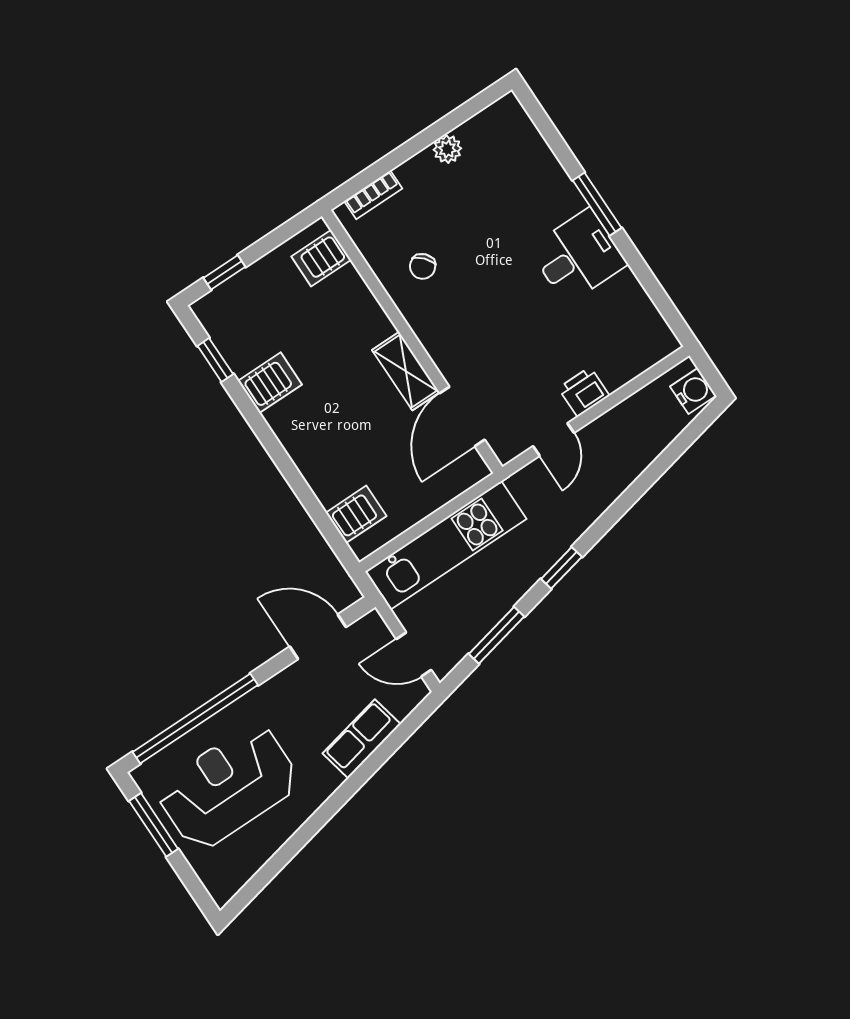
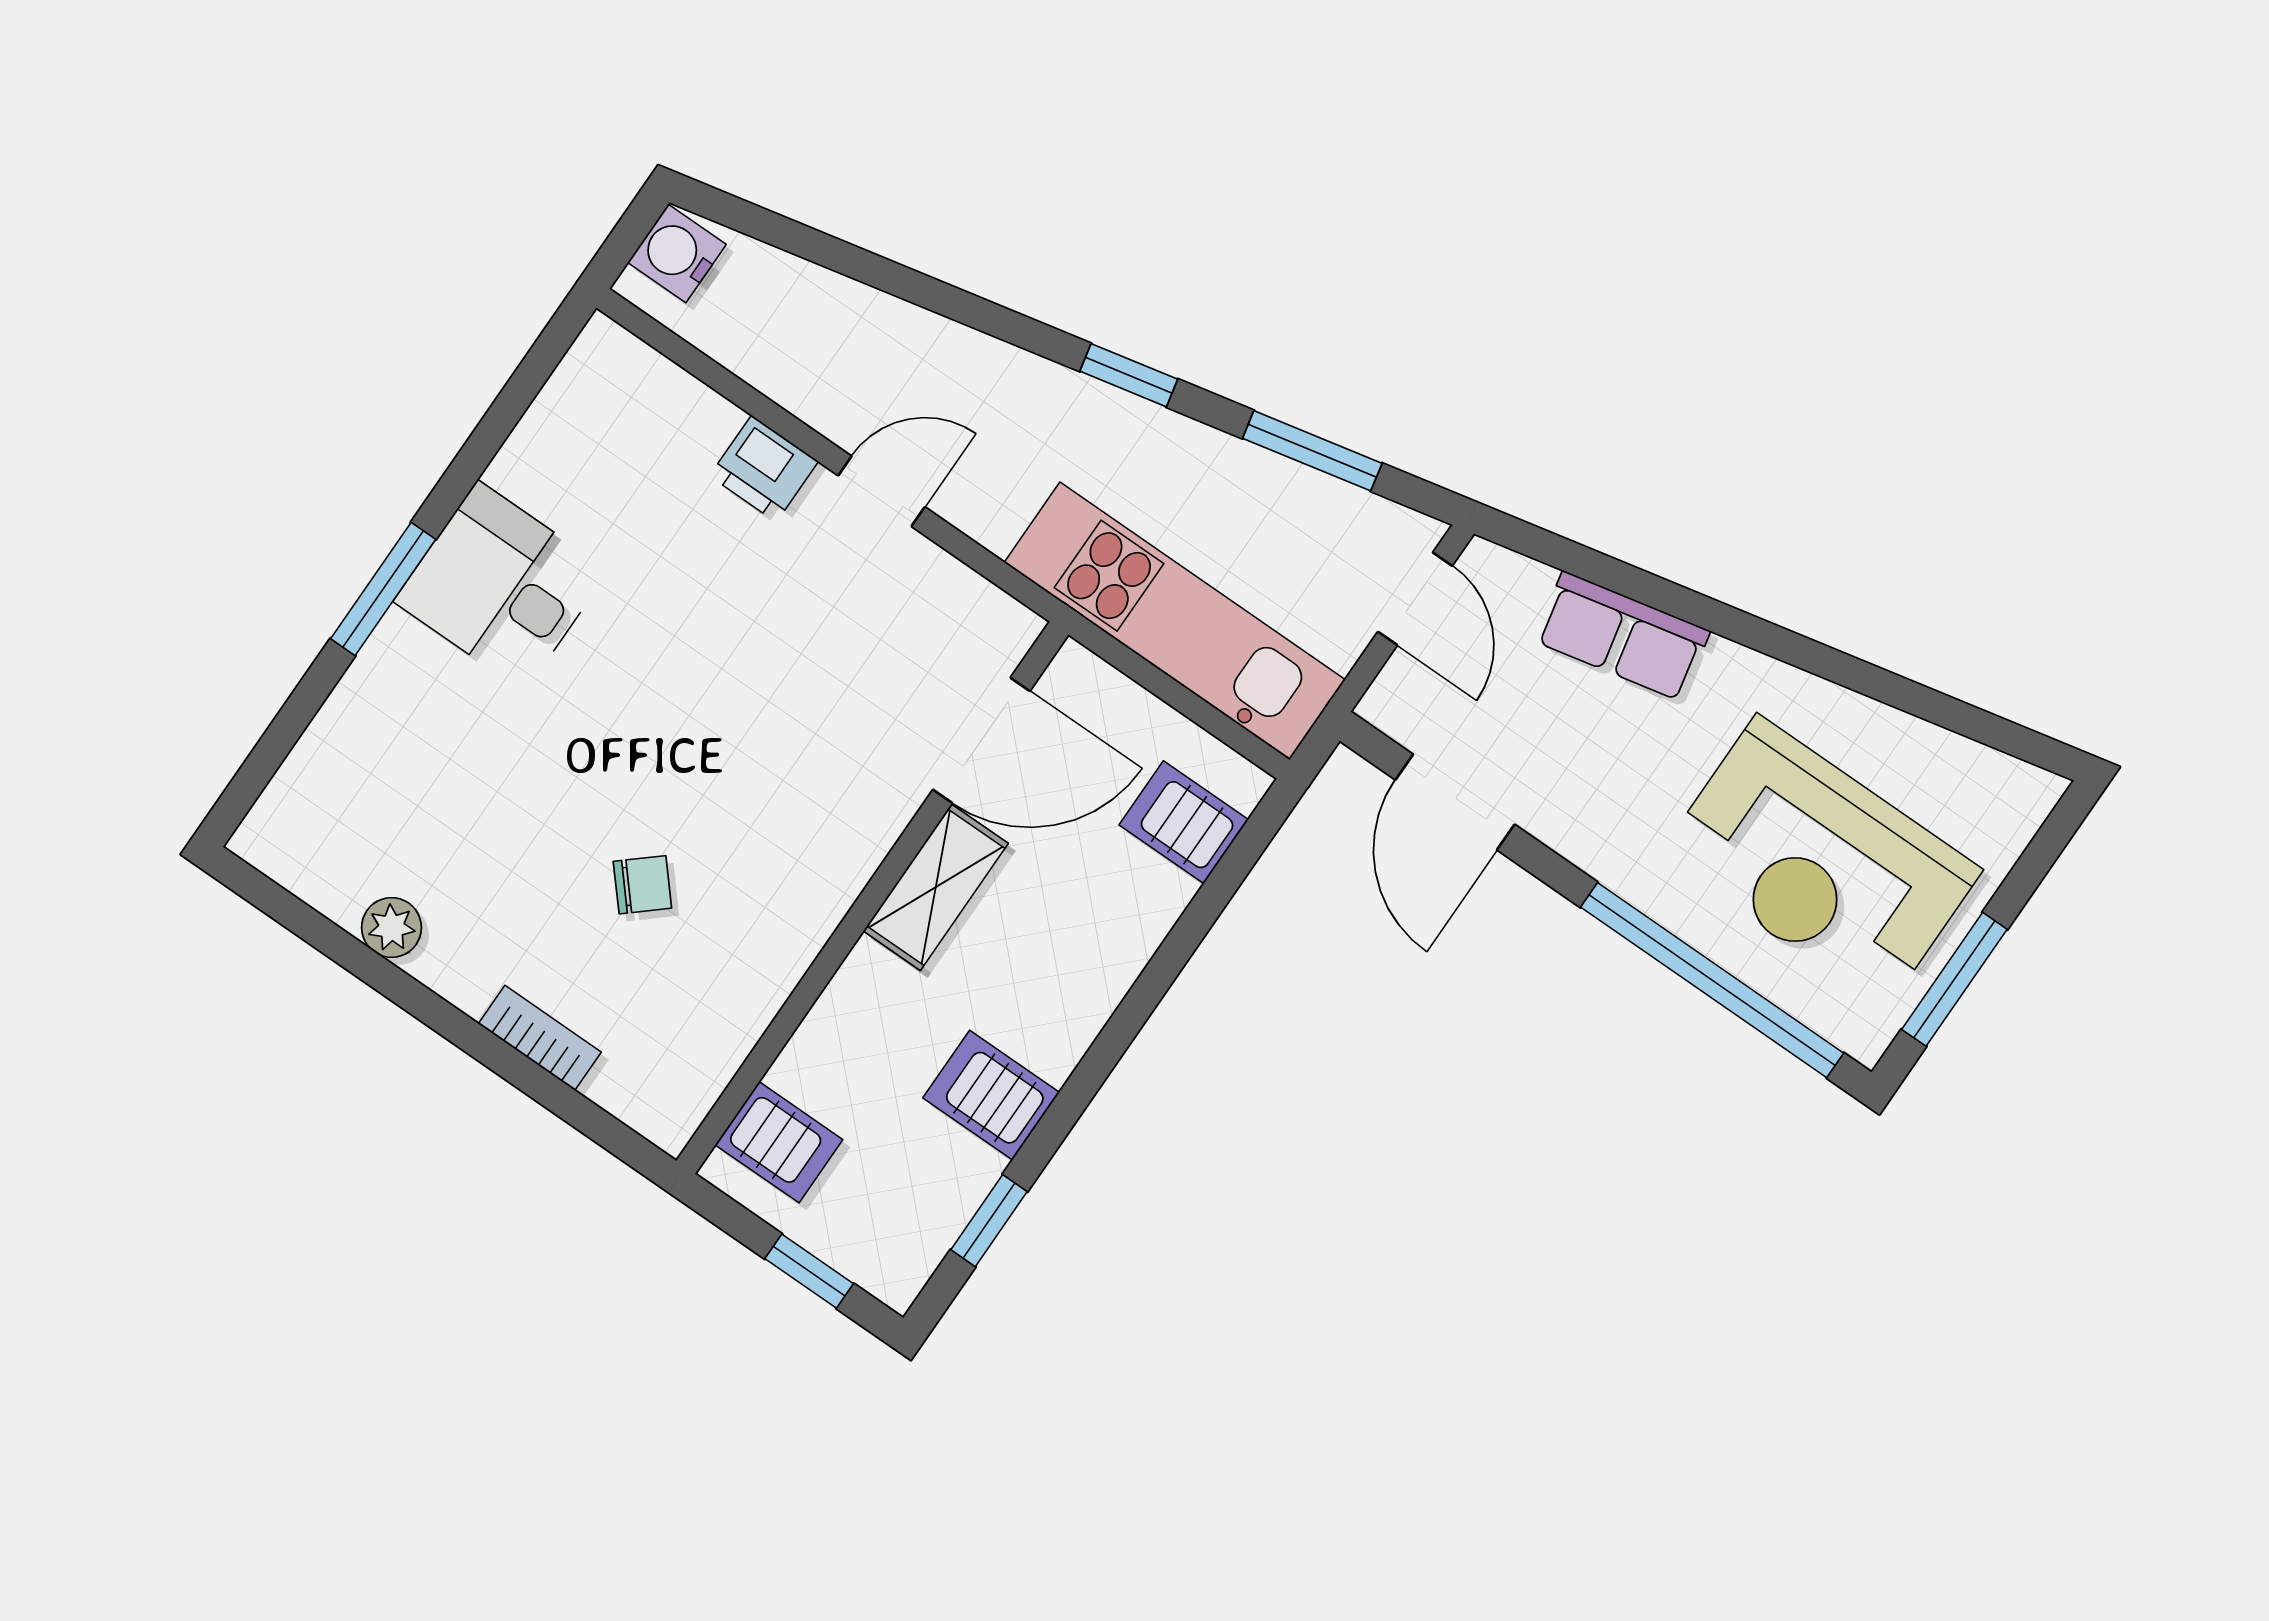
server rack: (321, 258) -> (779, 1142), moved
wall: (412, 342) -> (872, 898), moved
shelving: (406, 371) -> (936, 887), moved
door: (462, 417) -> (981, 740), moved

